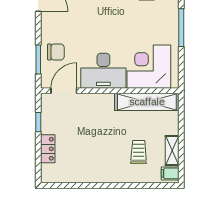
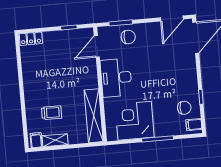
chair: (56, 52) -> (128, 37), turned -90
corner desk: (149, 67) -> (135, 121), moved, turned -90
door: (64, 91) -> (97, 46), swing flipped
locker: (48, 149) -> (31, 39), moved

